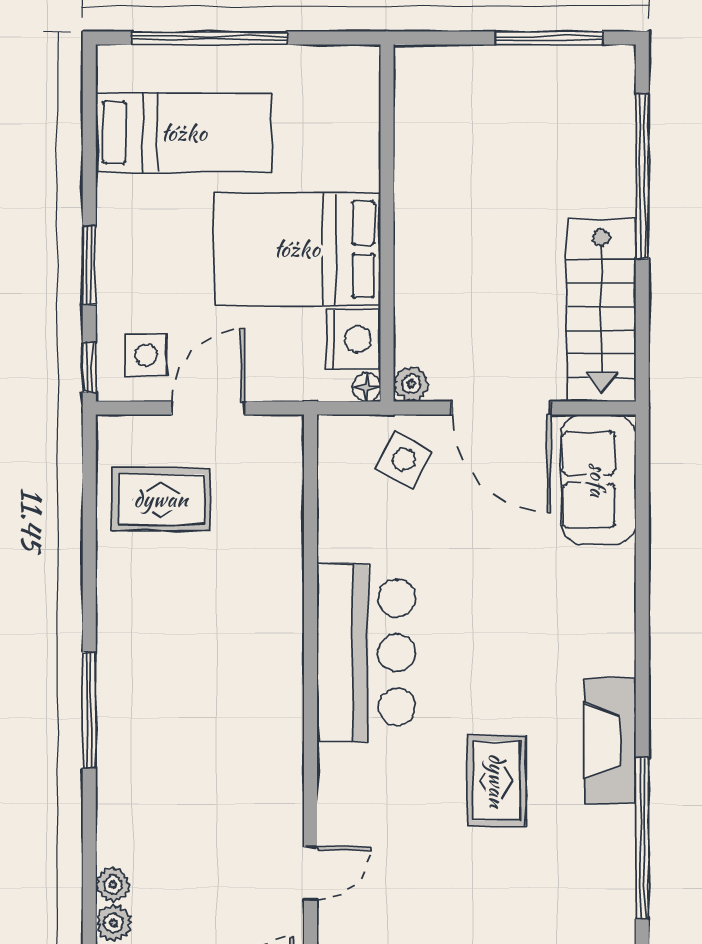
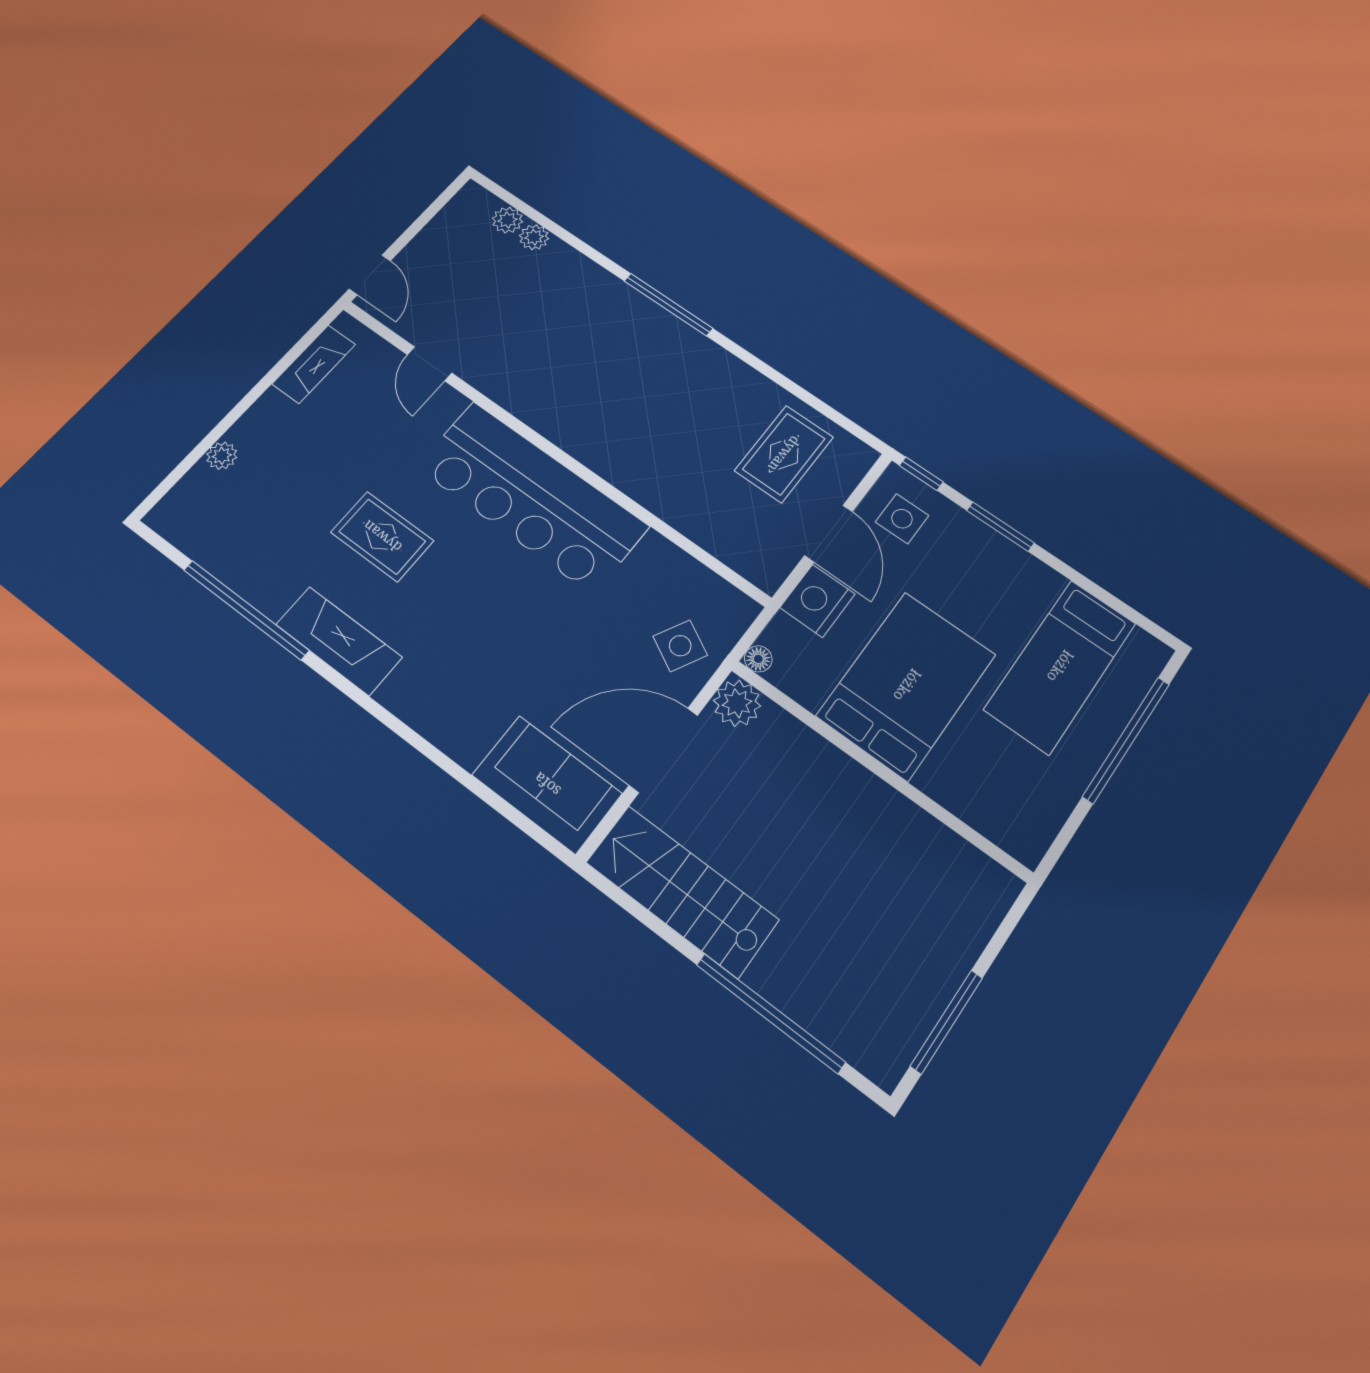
nightstand: (353, 339) -> (817, 601), moved, turned 90
plant: (411, 384) -> (737, 703), width x1.38, depth x1.38
bar counter: (366, 652) -> (532, 497), width x1.36

